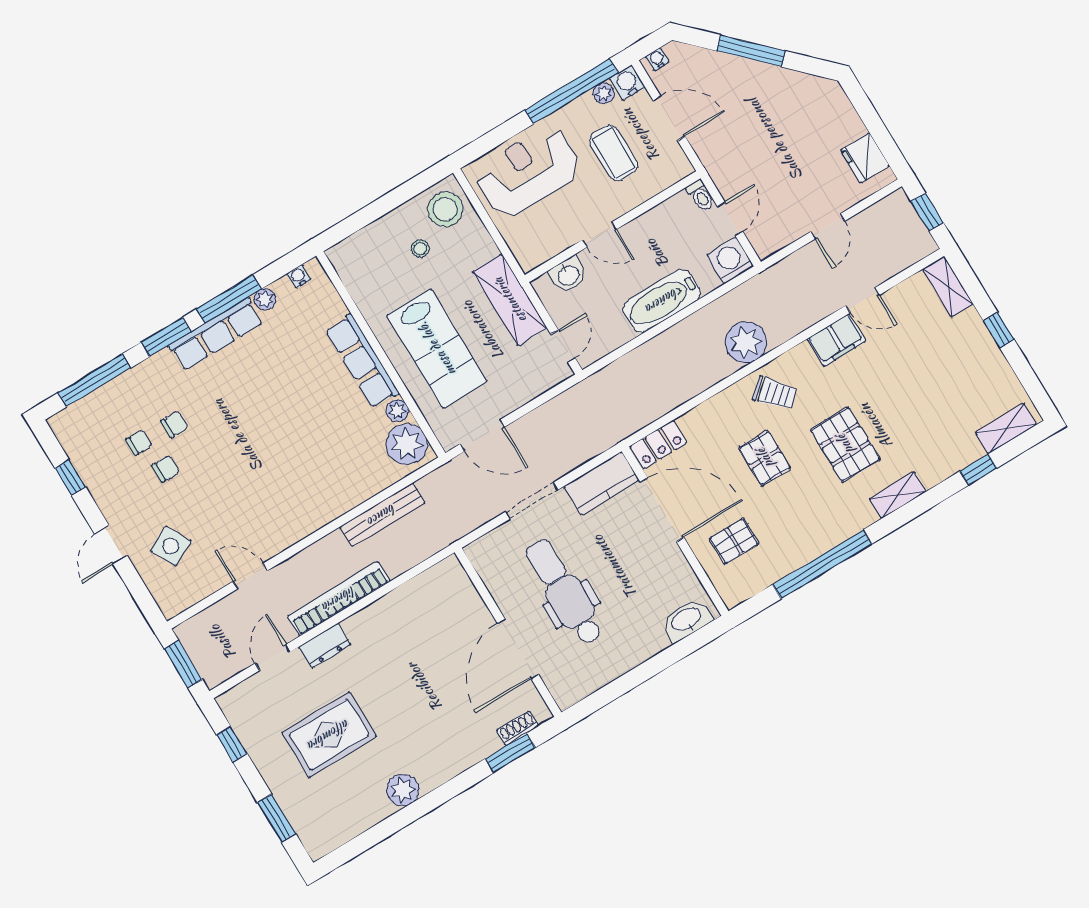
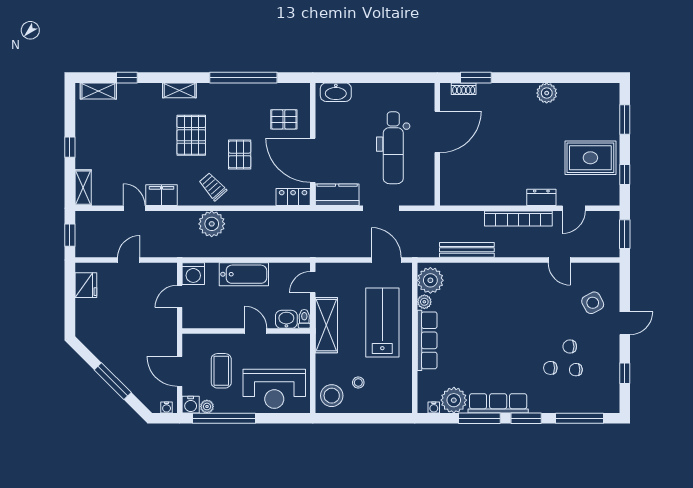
toilet: (700, 196) -> (304, 319), moved
plant: (265, 299) -> (454, 400), width x1.87, depth x1.87
rug: (329, 735) -> (590, 158), moved

